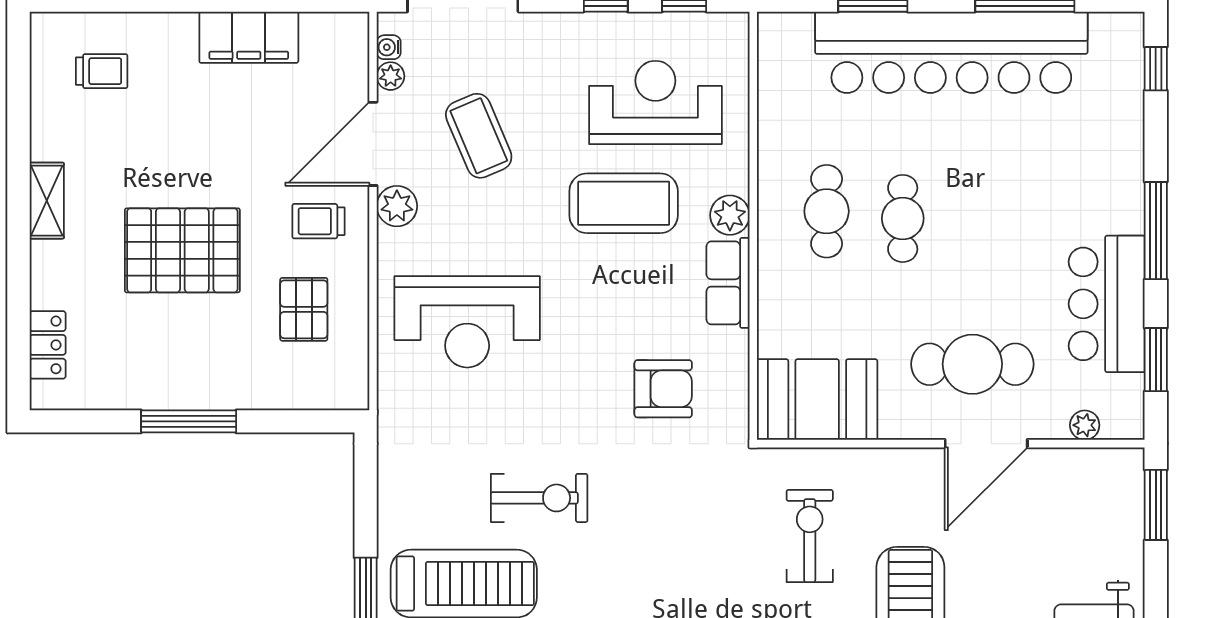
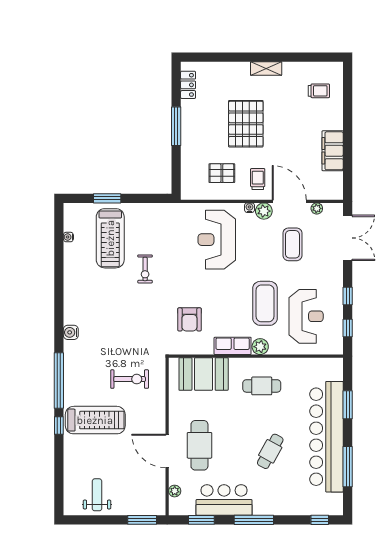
water cooler: (389, 47) -> (250, 208), moved
trolley: (102, 71) -> (319, 91), turned -90
coffee table: (479, 136) -> (292, 244), turned -67
cafe table: (903, 218) -> (270, 451), moved, turned -61
locker: (48, 345) -> (188, 85), moved, turned -90
booth: (817, 399) -> (204, 374), moved, turned 90
exercise bike: (539, 498) -> (145, 269), width x0.73, depth x0.72

